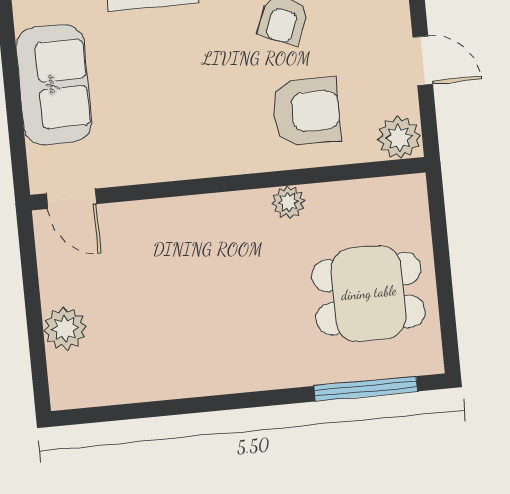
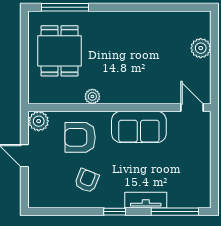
sofa: (54, 85) -> (139, 127), moved, turned -90
dining table: (369, 293) -> (60, 51), turned 90

